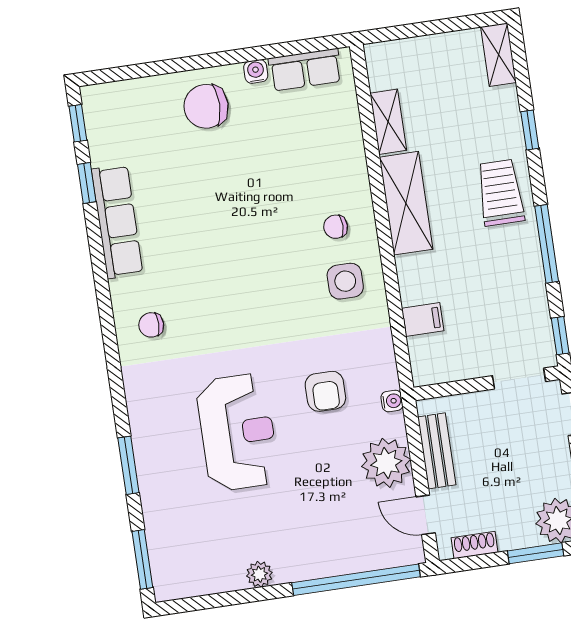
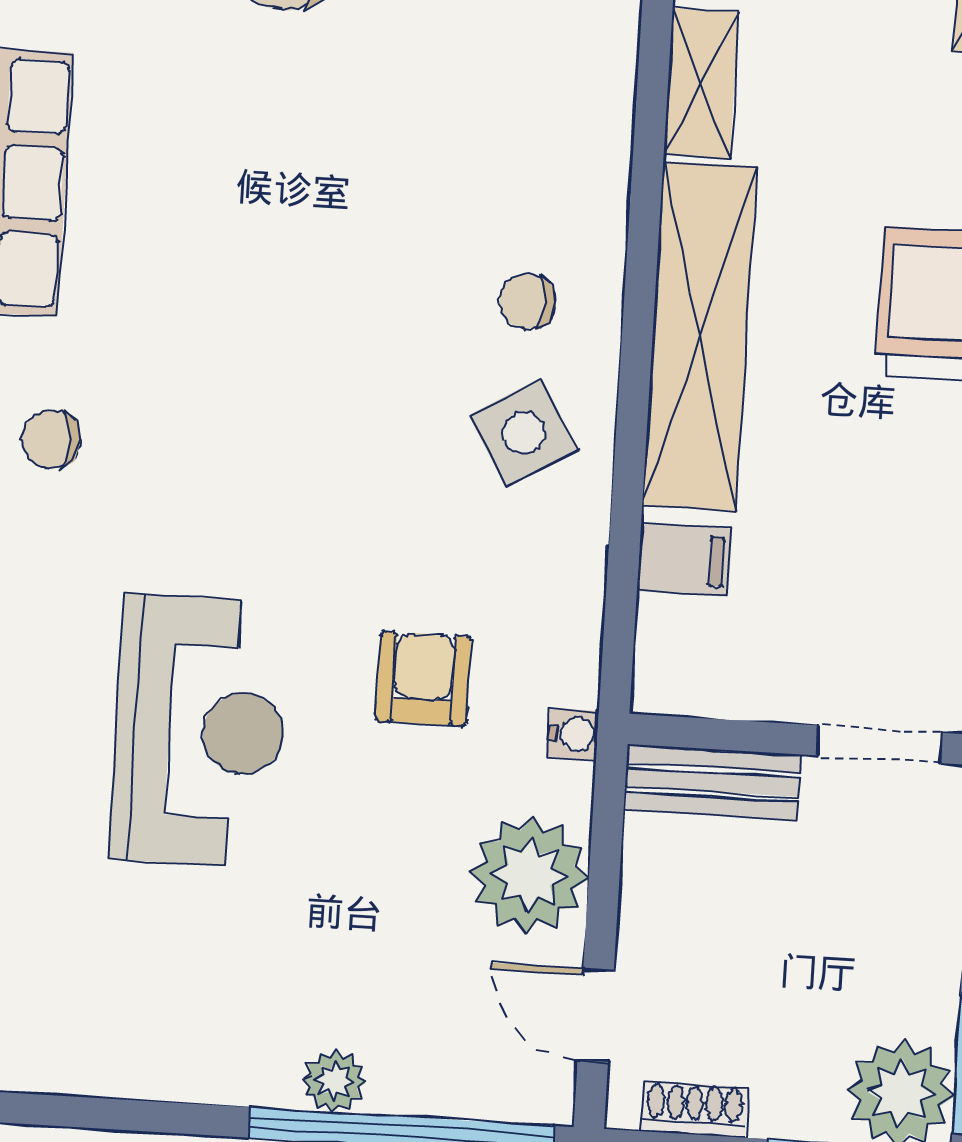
shelving: (406, 203) -> (700, 336), width x1.47
side table: (345, 281) -> (523, 433), turned -31
armchair: (325, 391) -> (424, 679), turned 180
bench: (437, 451) -> (712, 782), moved, turned 90
plant: (259, 574) -> (334, 1081), moved

